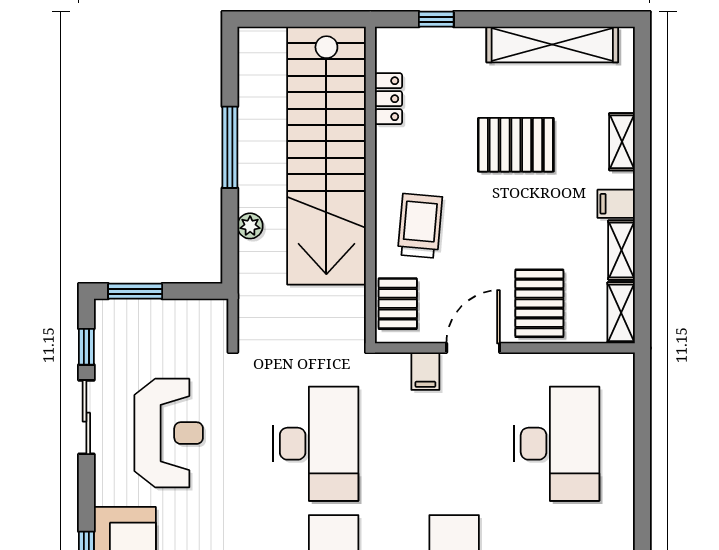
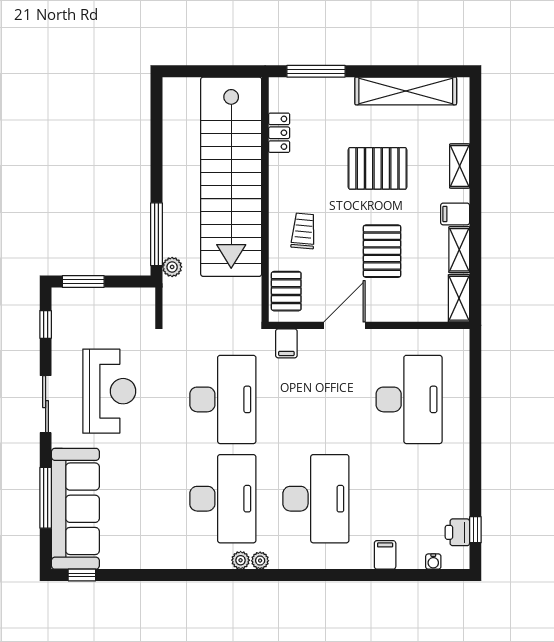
window: (436, 19) -> (316, 71), width x2.17
window: (230, 147) -> (157, 234), moved
plant: (250, 226) -> (172, 267), moved
trolley: (420, 226) -> (303, 231), width x0.73, depth x0.72
pallet: (539, 303) -> (382, 251), moved
filing cabinet: (425, 371) -> (286, 343), moved
sliding door: (86, 417) -> (46, 404), moved

